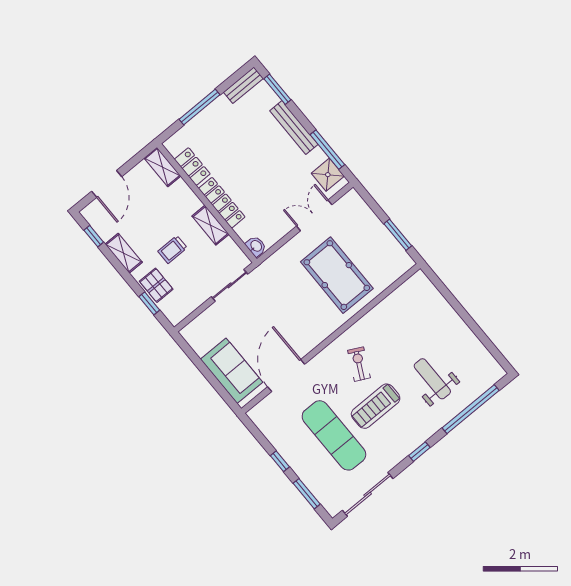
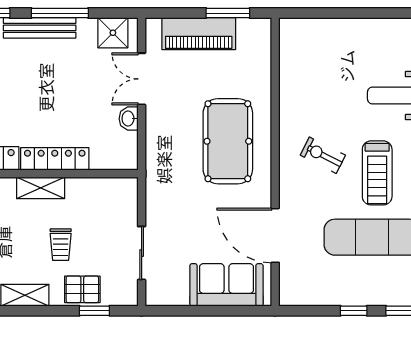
window: (327, 150) -> (60, 13), moved
shelving: (210, 225) -> (41, 188), moved
piano: (370, 227) -> (199, 34), added
washbasin: (256, 246) -> (129, 119), moved, turned -90
pool table: (337, 275) -> (228, 141), moved, turned 90
sliding door: (229, 285) -> (142, 253), moved

